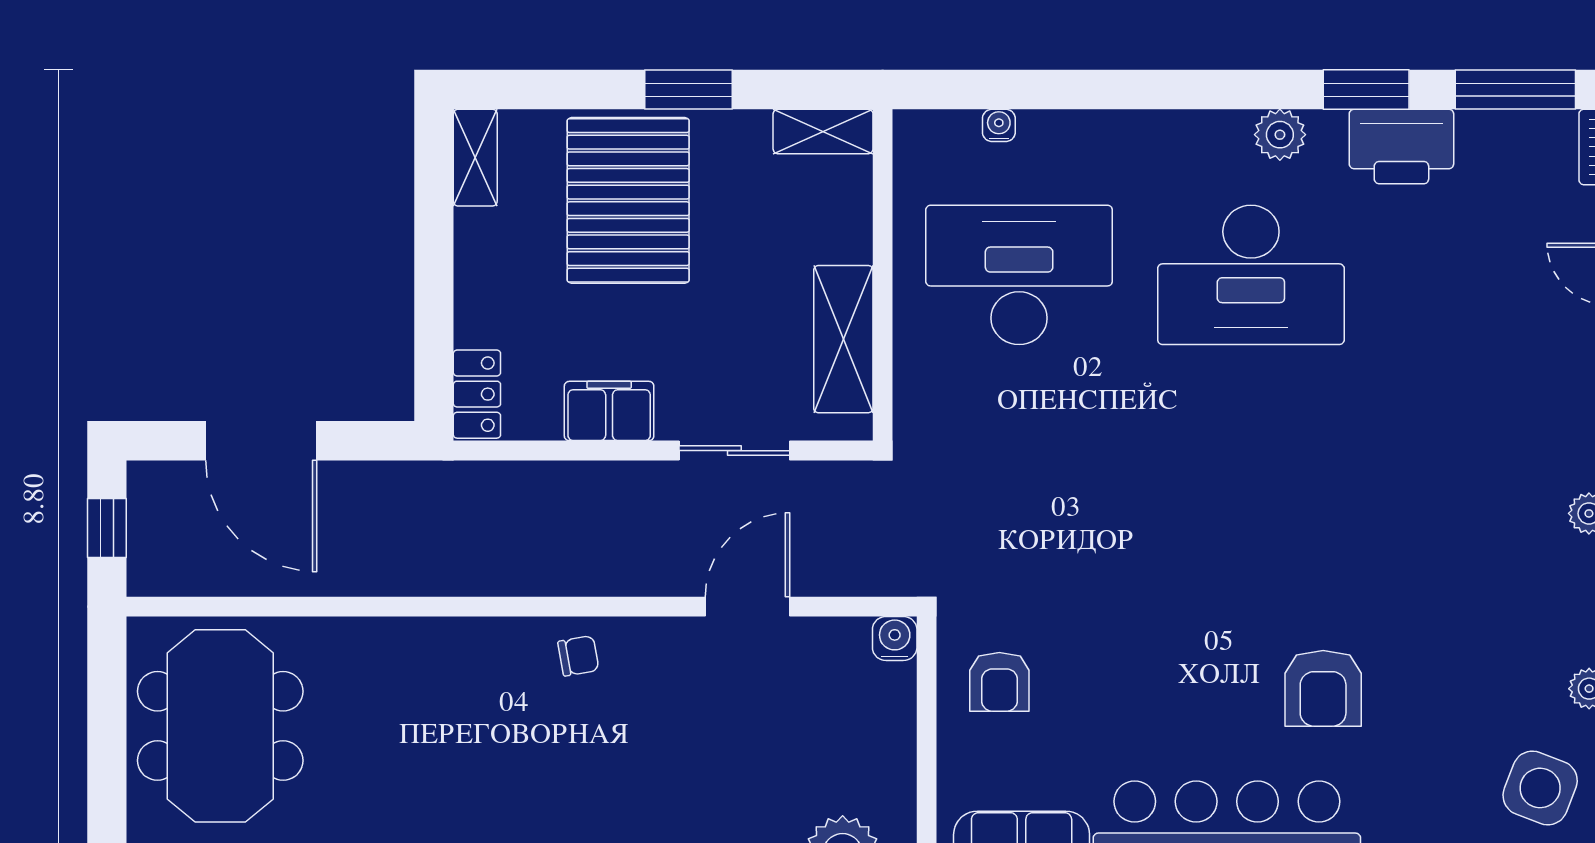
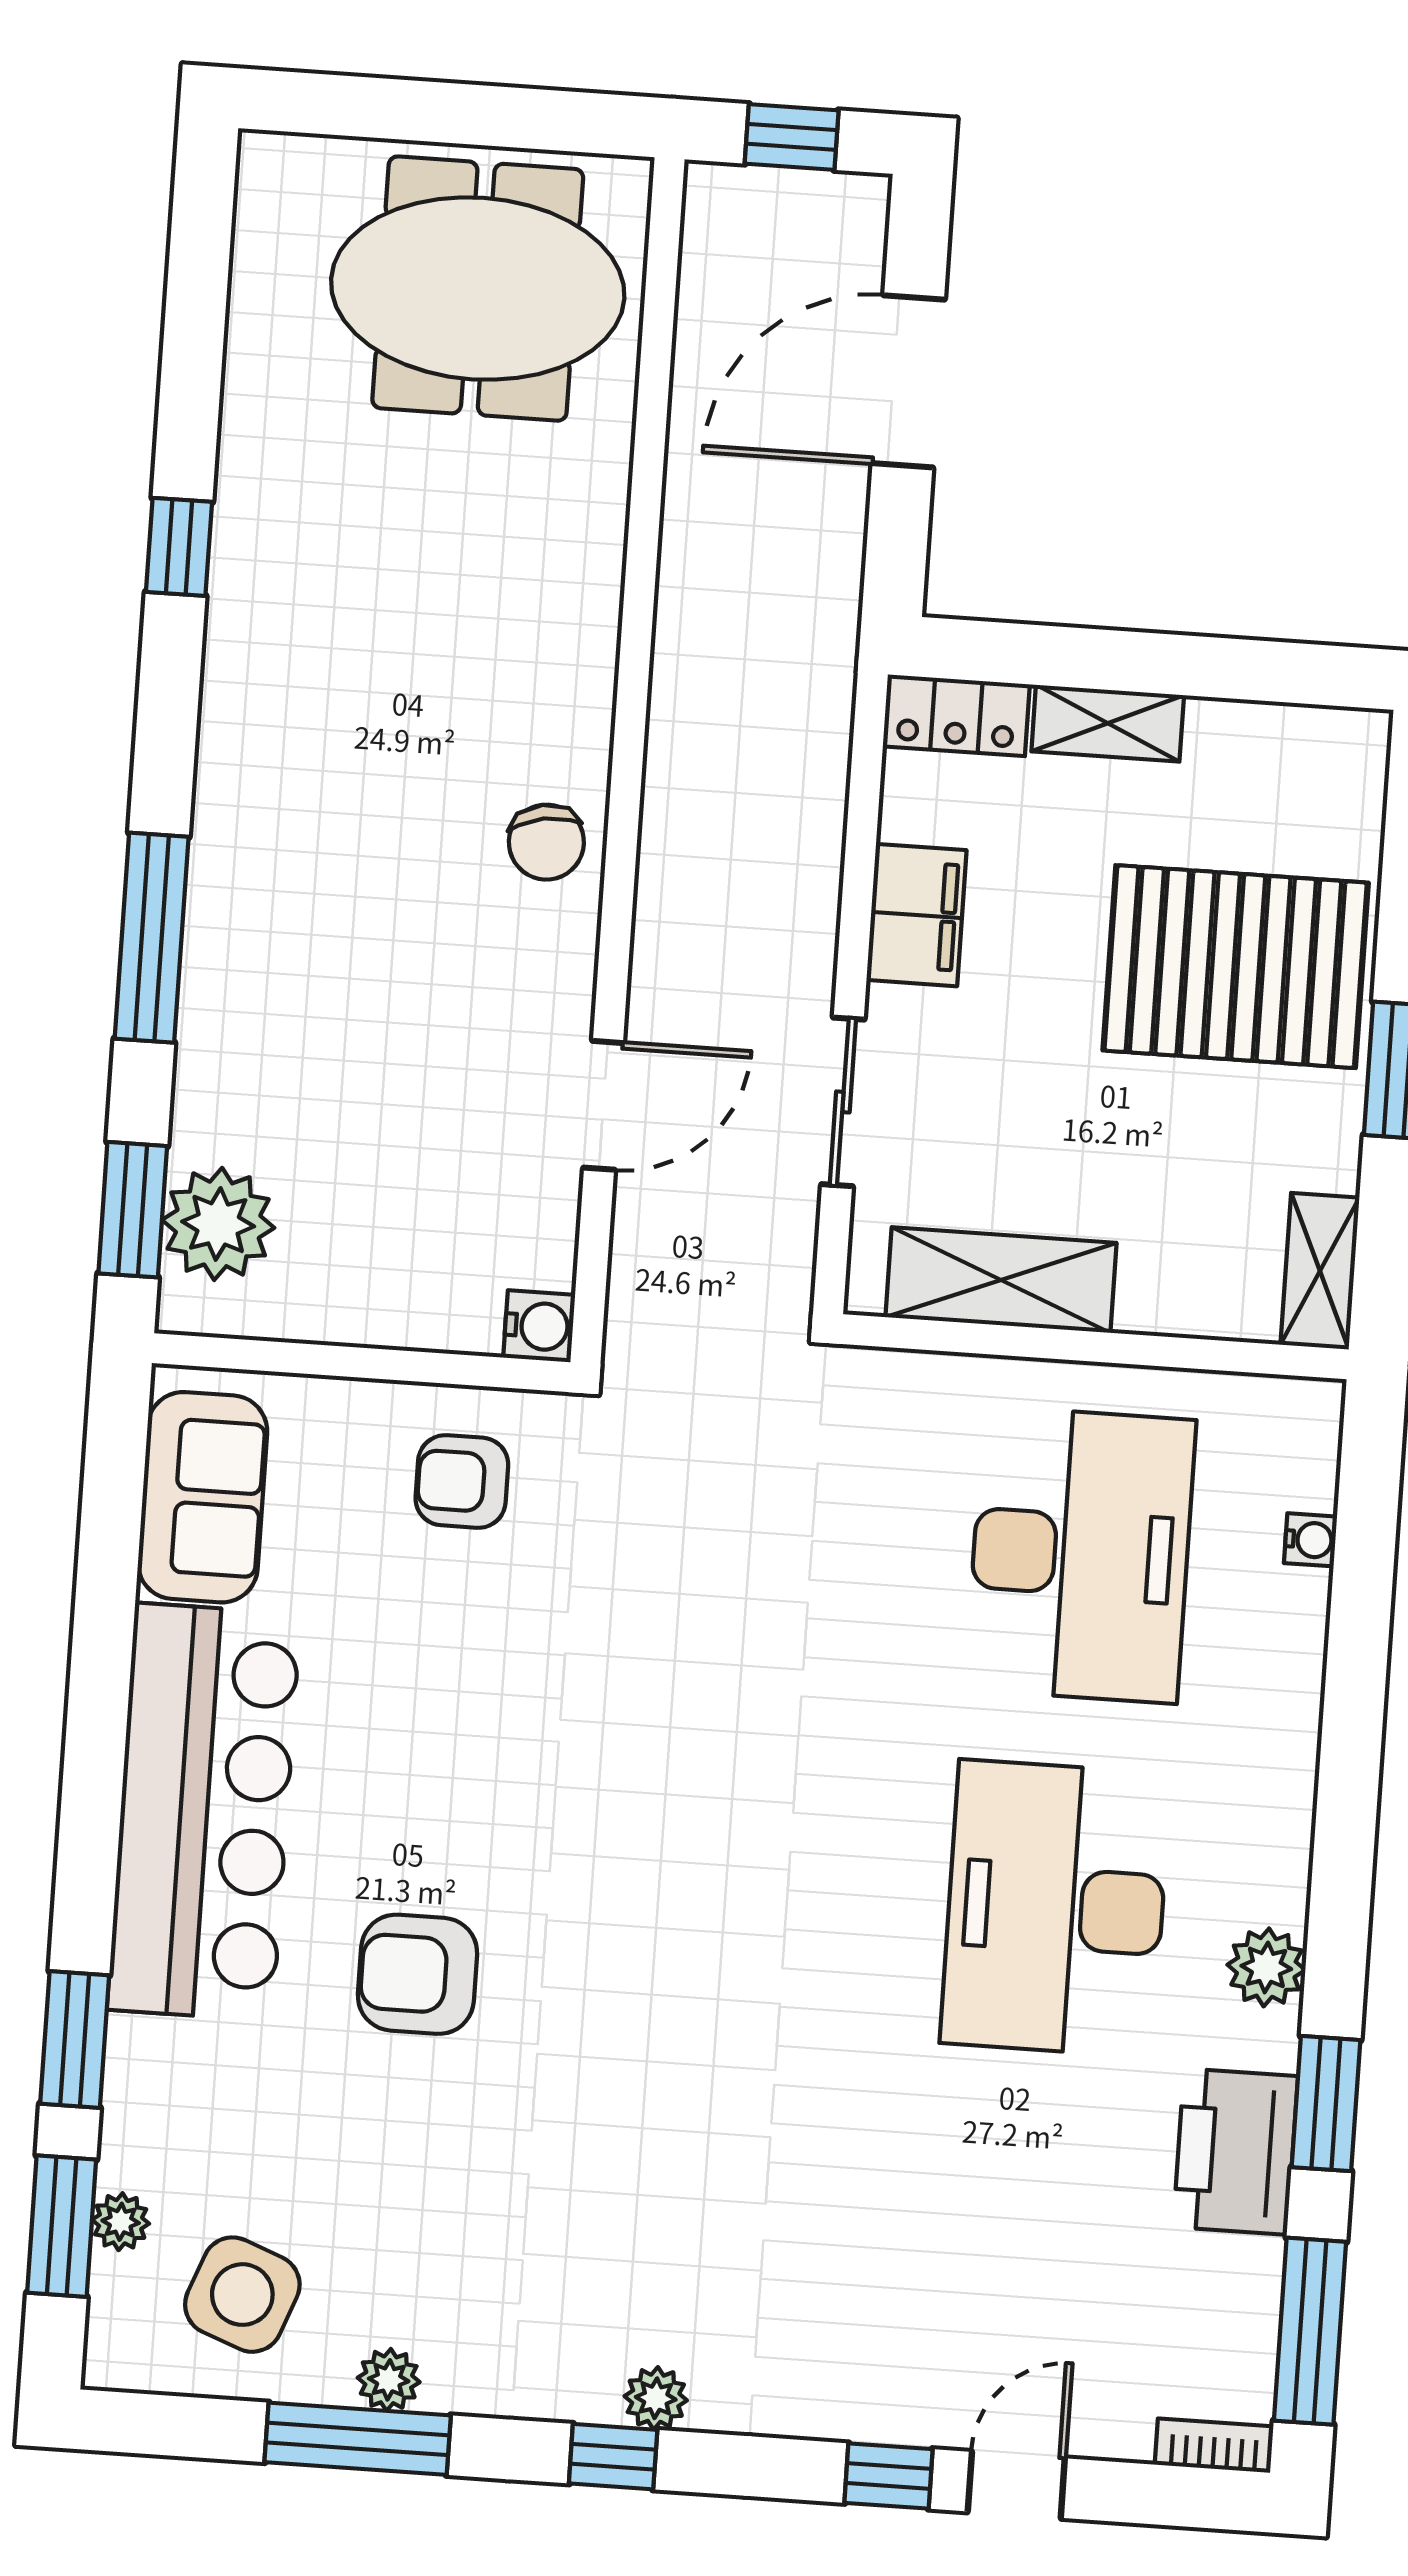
shelving: (475, 158) -> (1108, 723), moved
door: (747, 607) -> (603, 1105), hinge flipped
chair: (578, 656) -> (546, 842), width x1.37, depth x1.37

